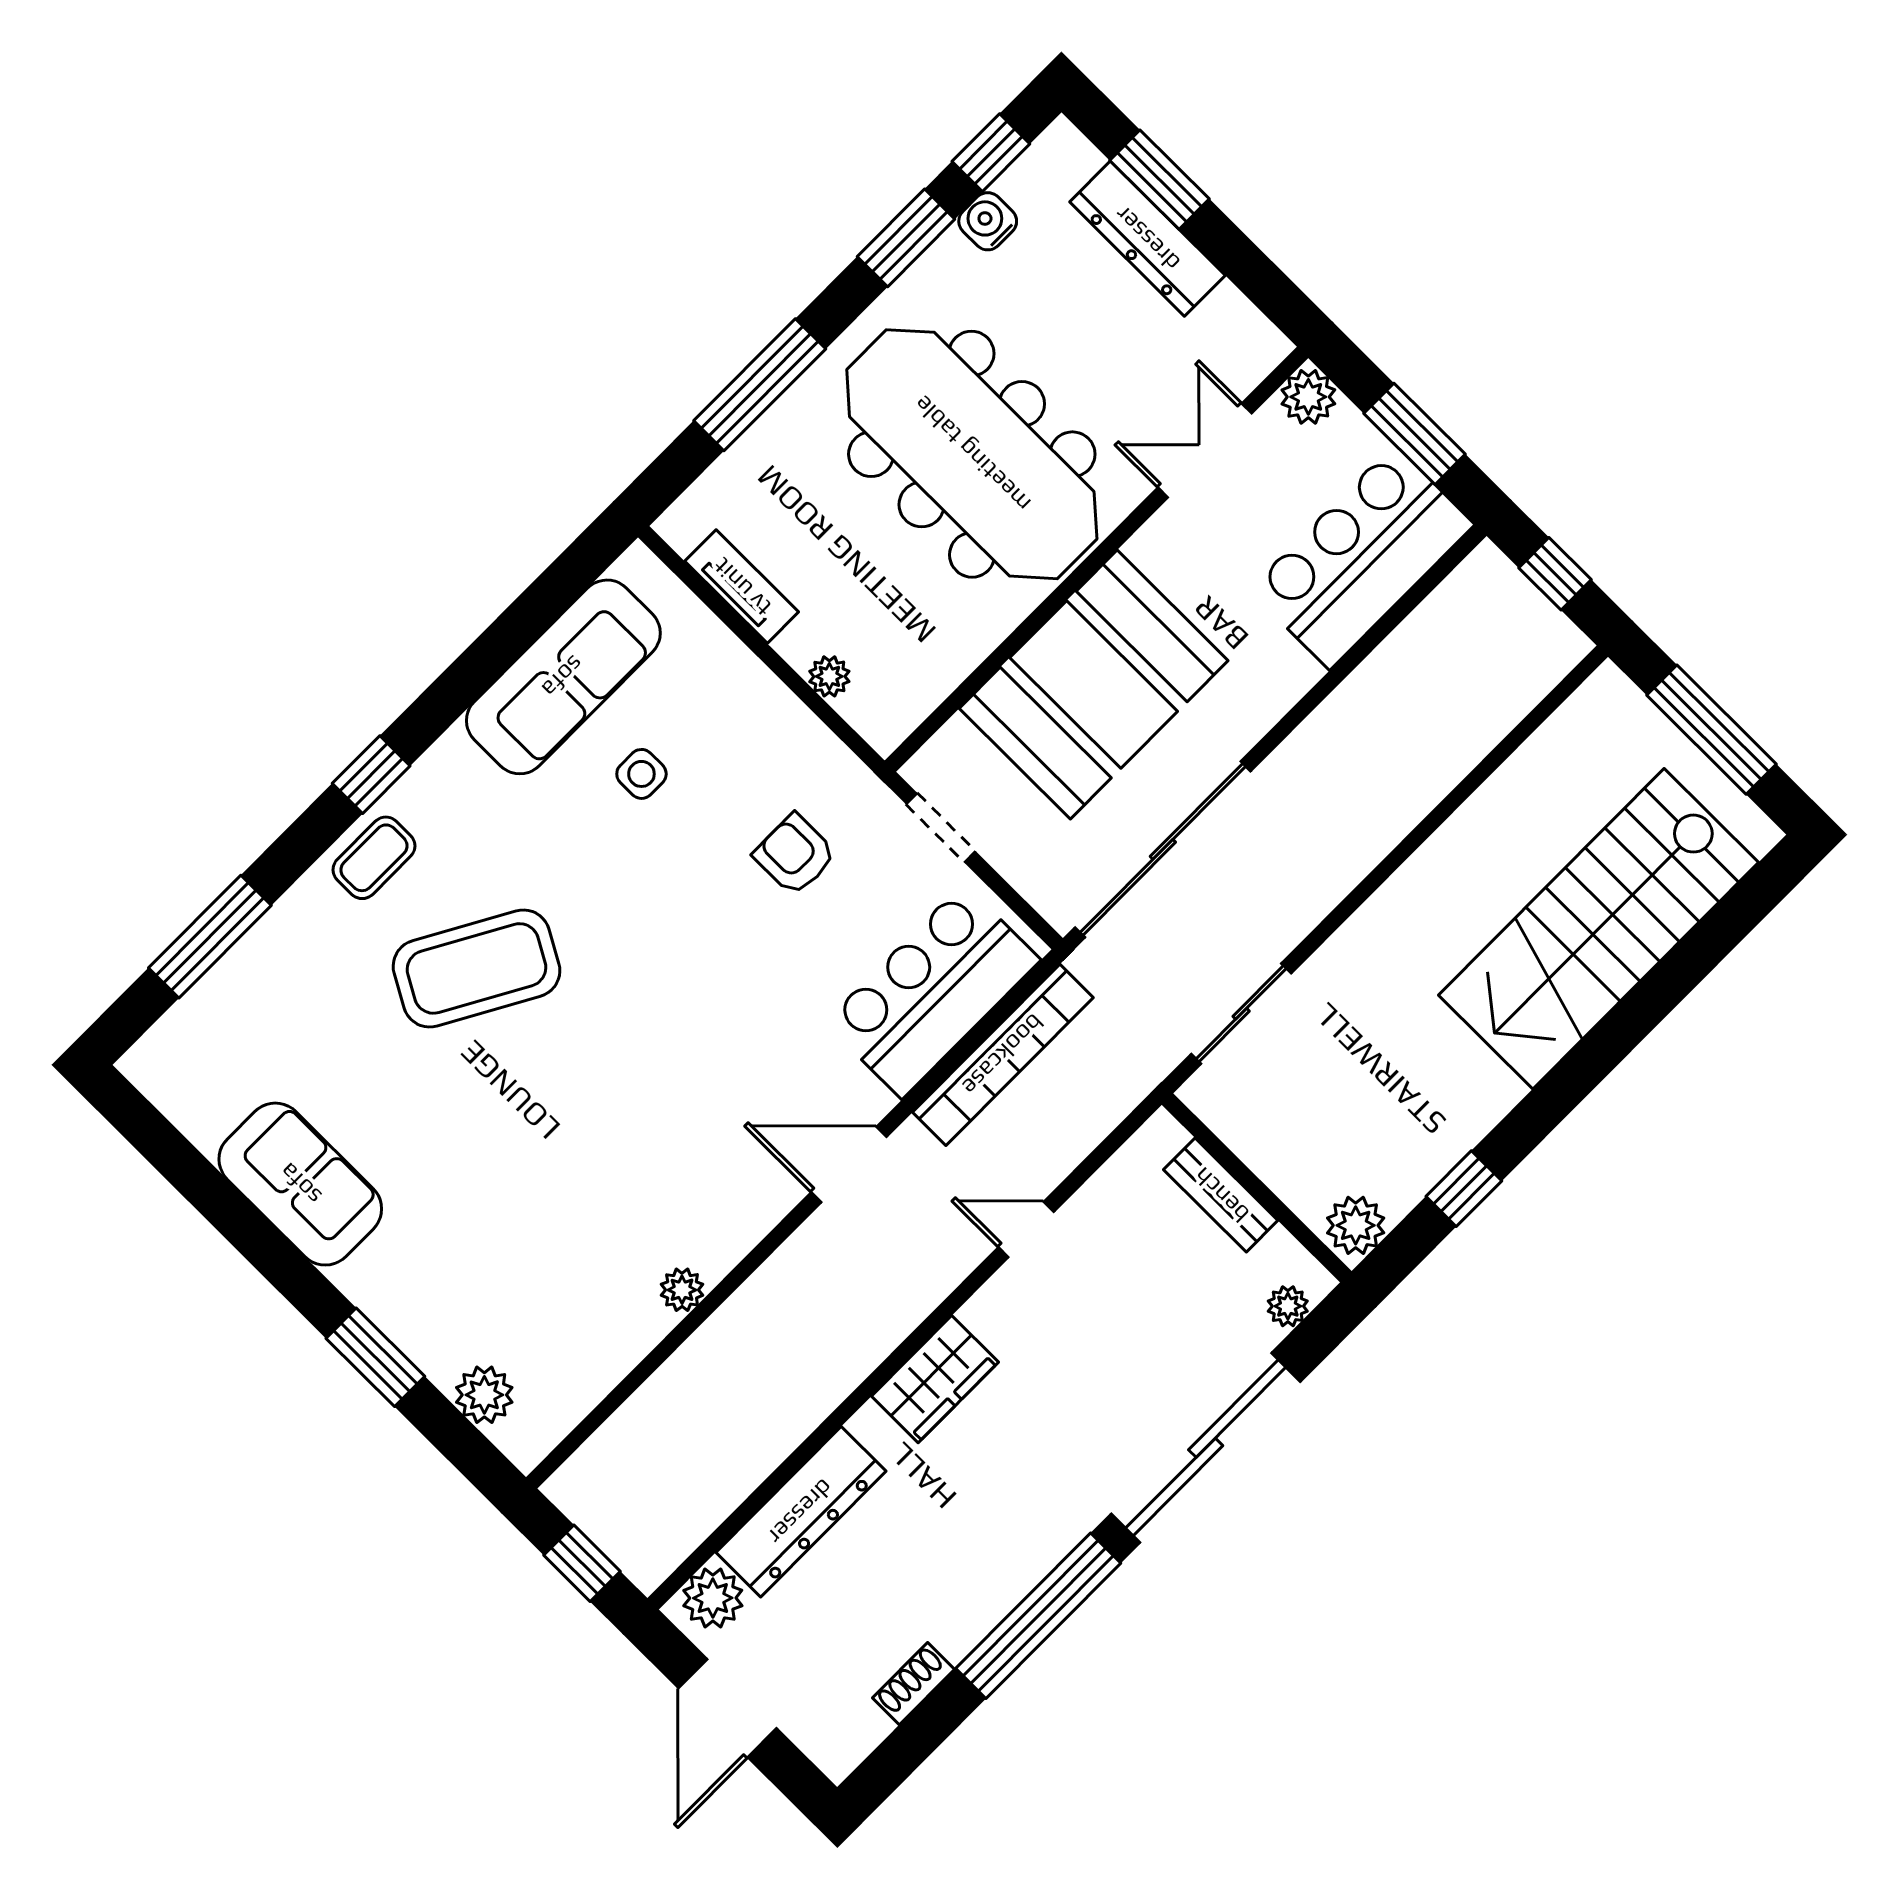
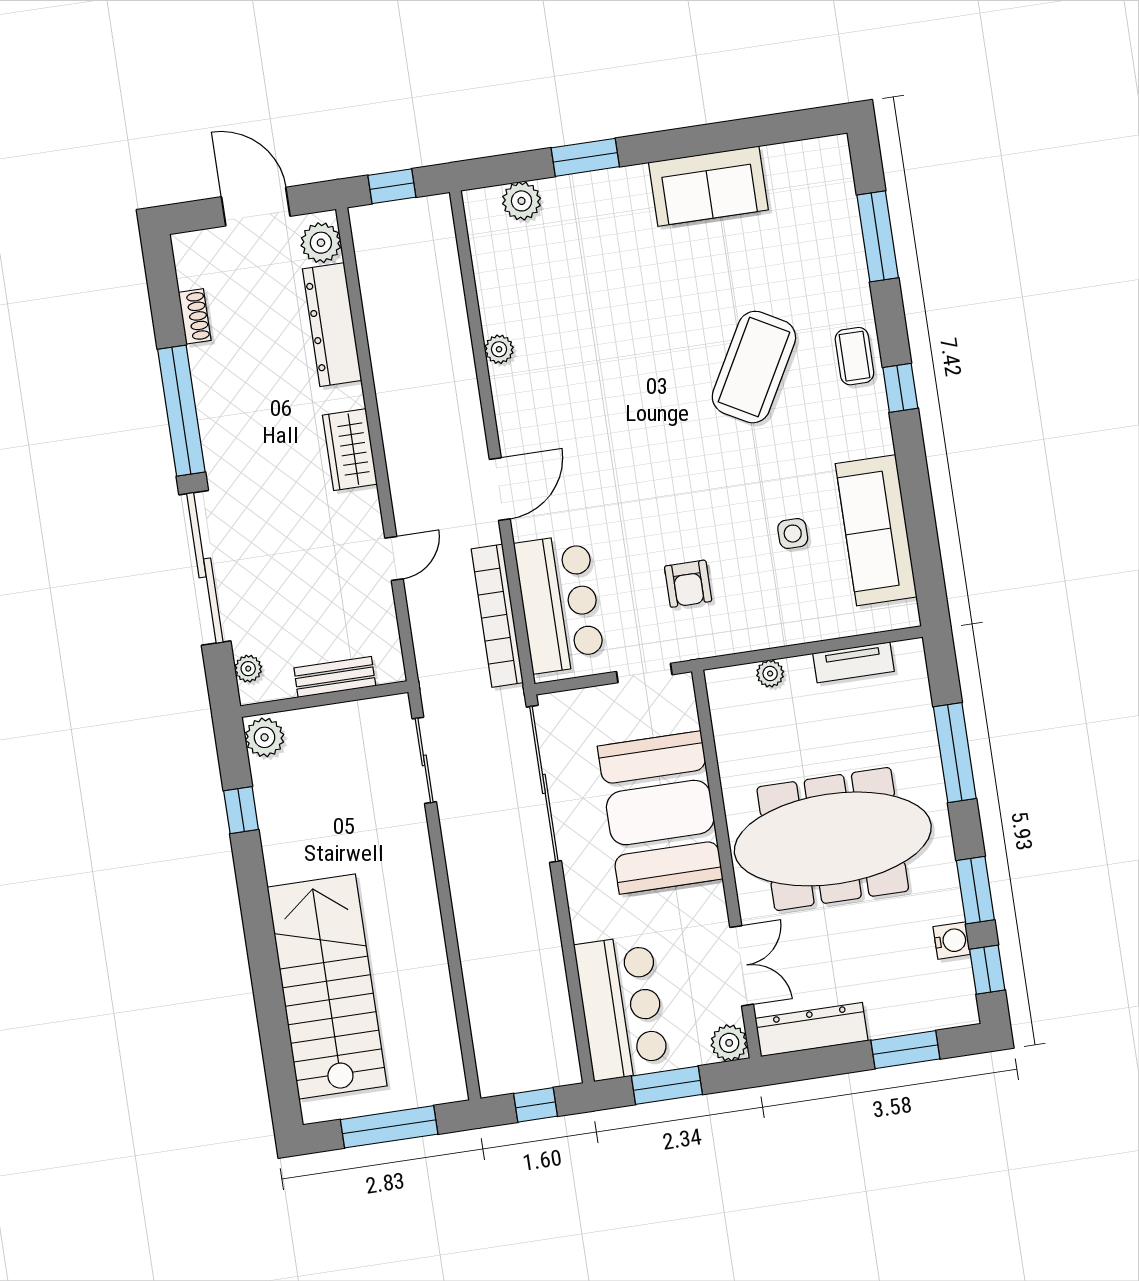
dresser: (1147, 239) -> (812, 1030), moved
armchair: (795, 855) -> (688, 584), turned 90

